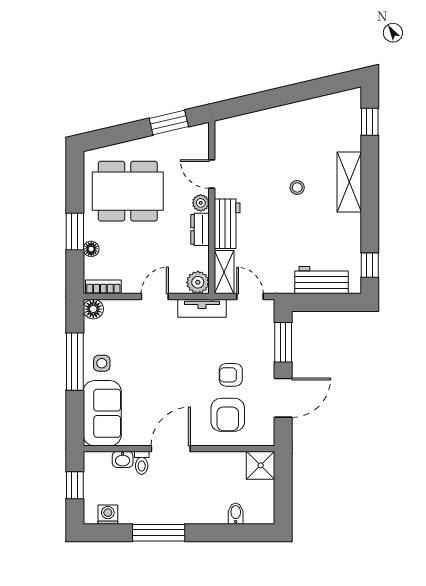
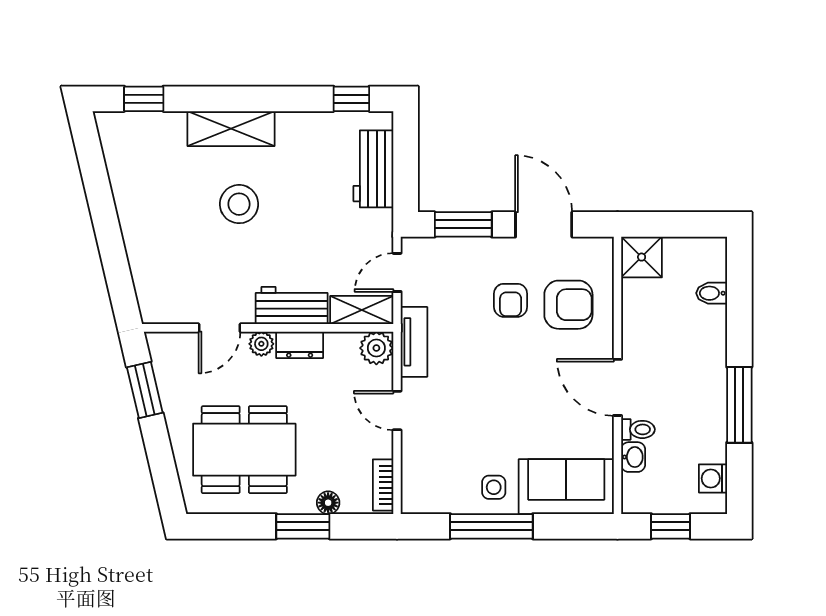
stool: (297, 187) -> (239, 204), width x1.89, depth x1.89
dining table: (128, 191) -> (244, 450), turned 90
floor lamp: (93, 309) -> (415, 500), removed

